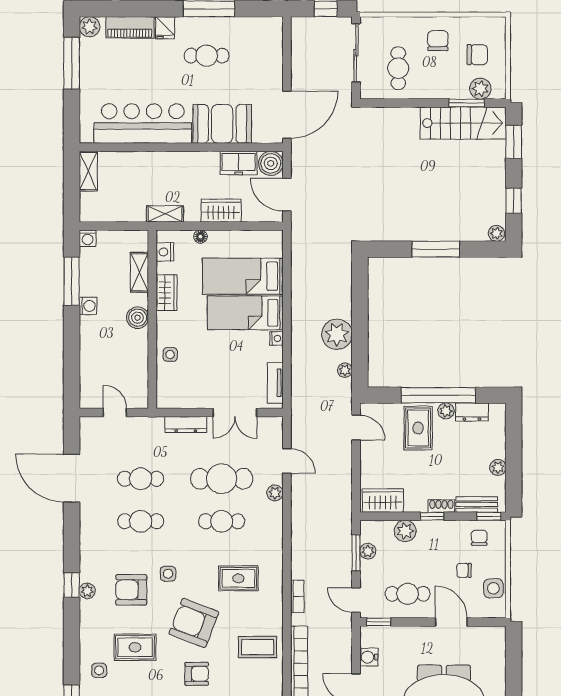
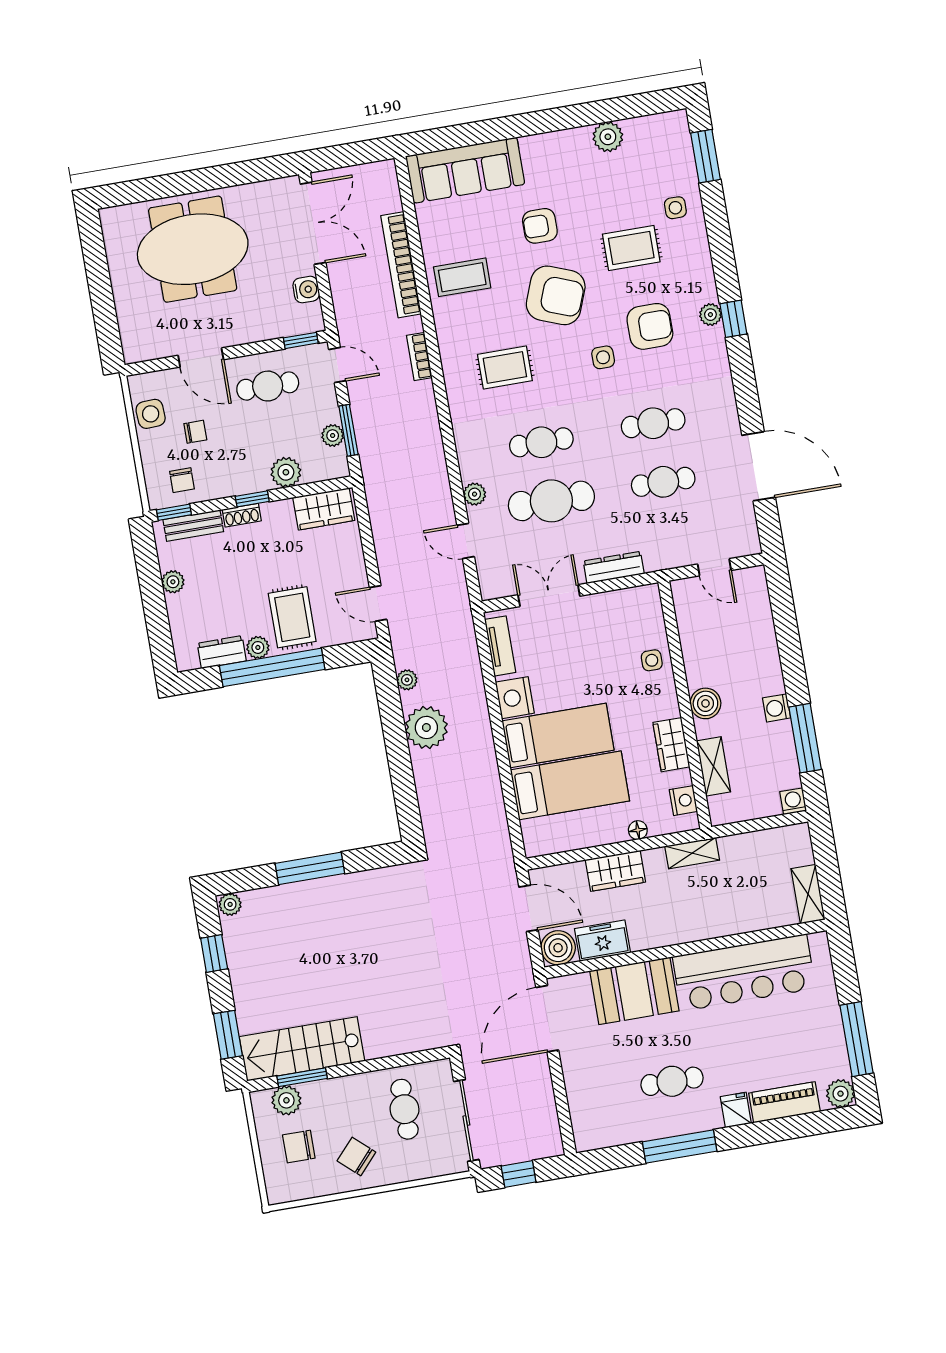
chair: (438, 41) -> (356, 1156), turned 132
nightstand: (276, 338) -> (515, 698), width x1.89, depth x1.79

